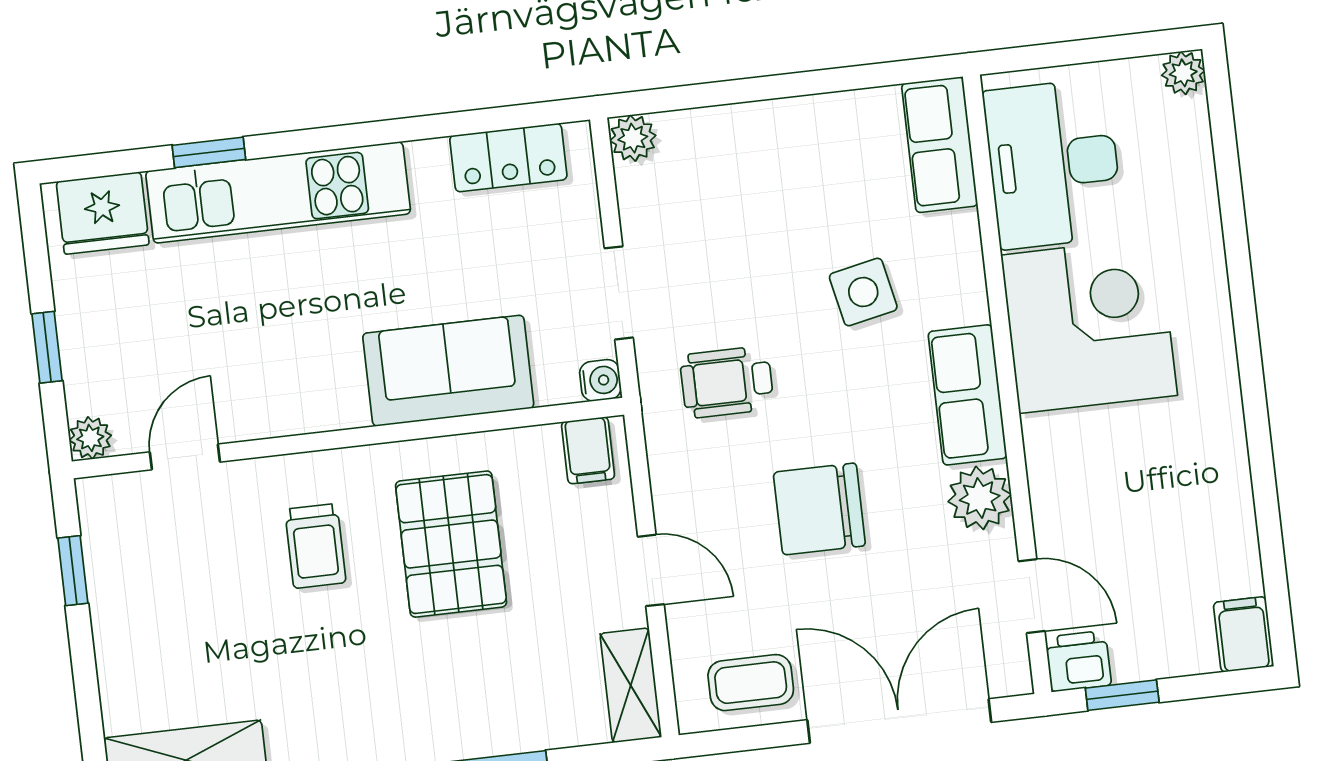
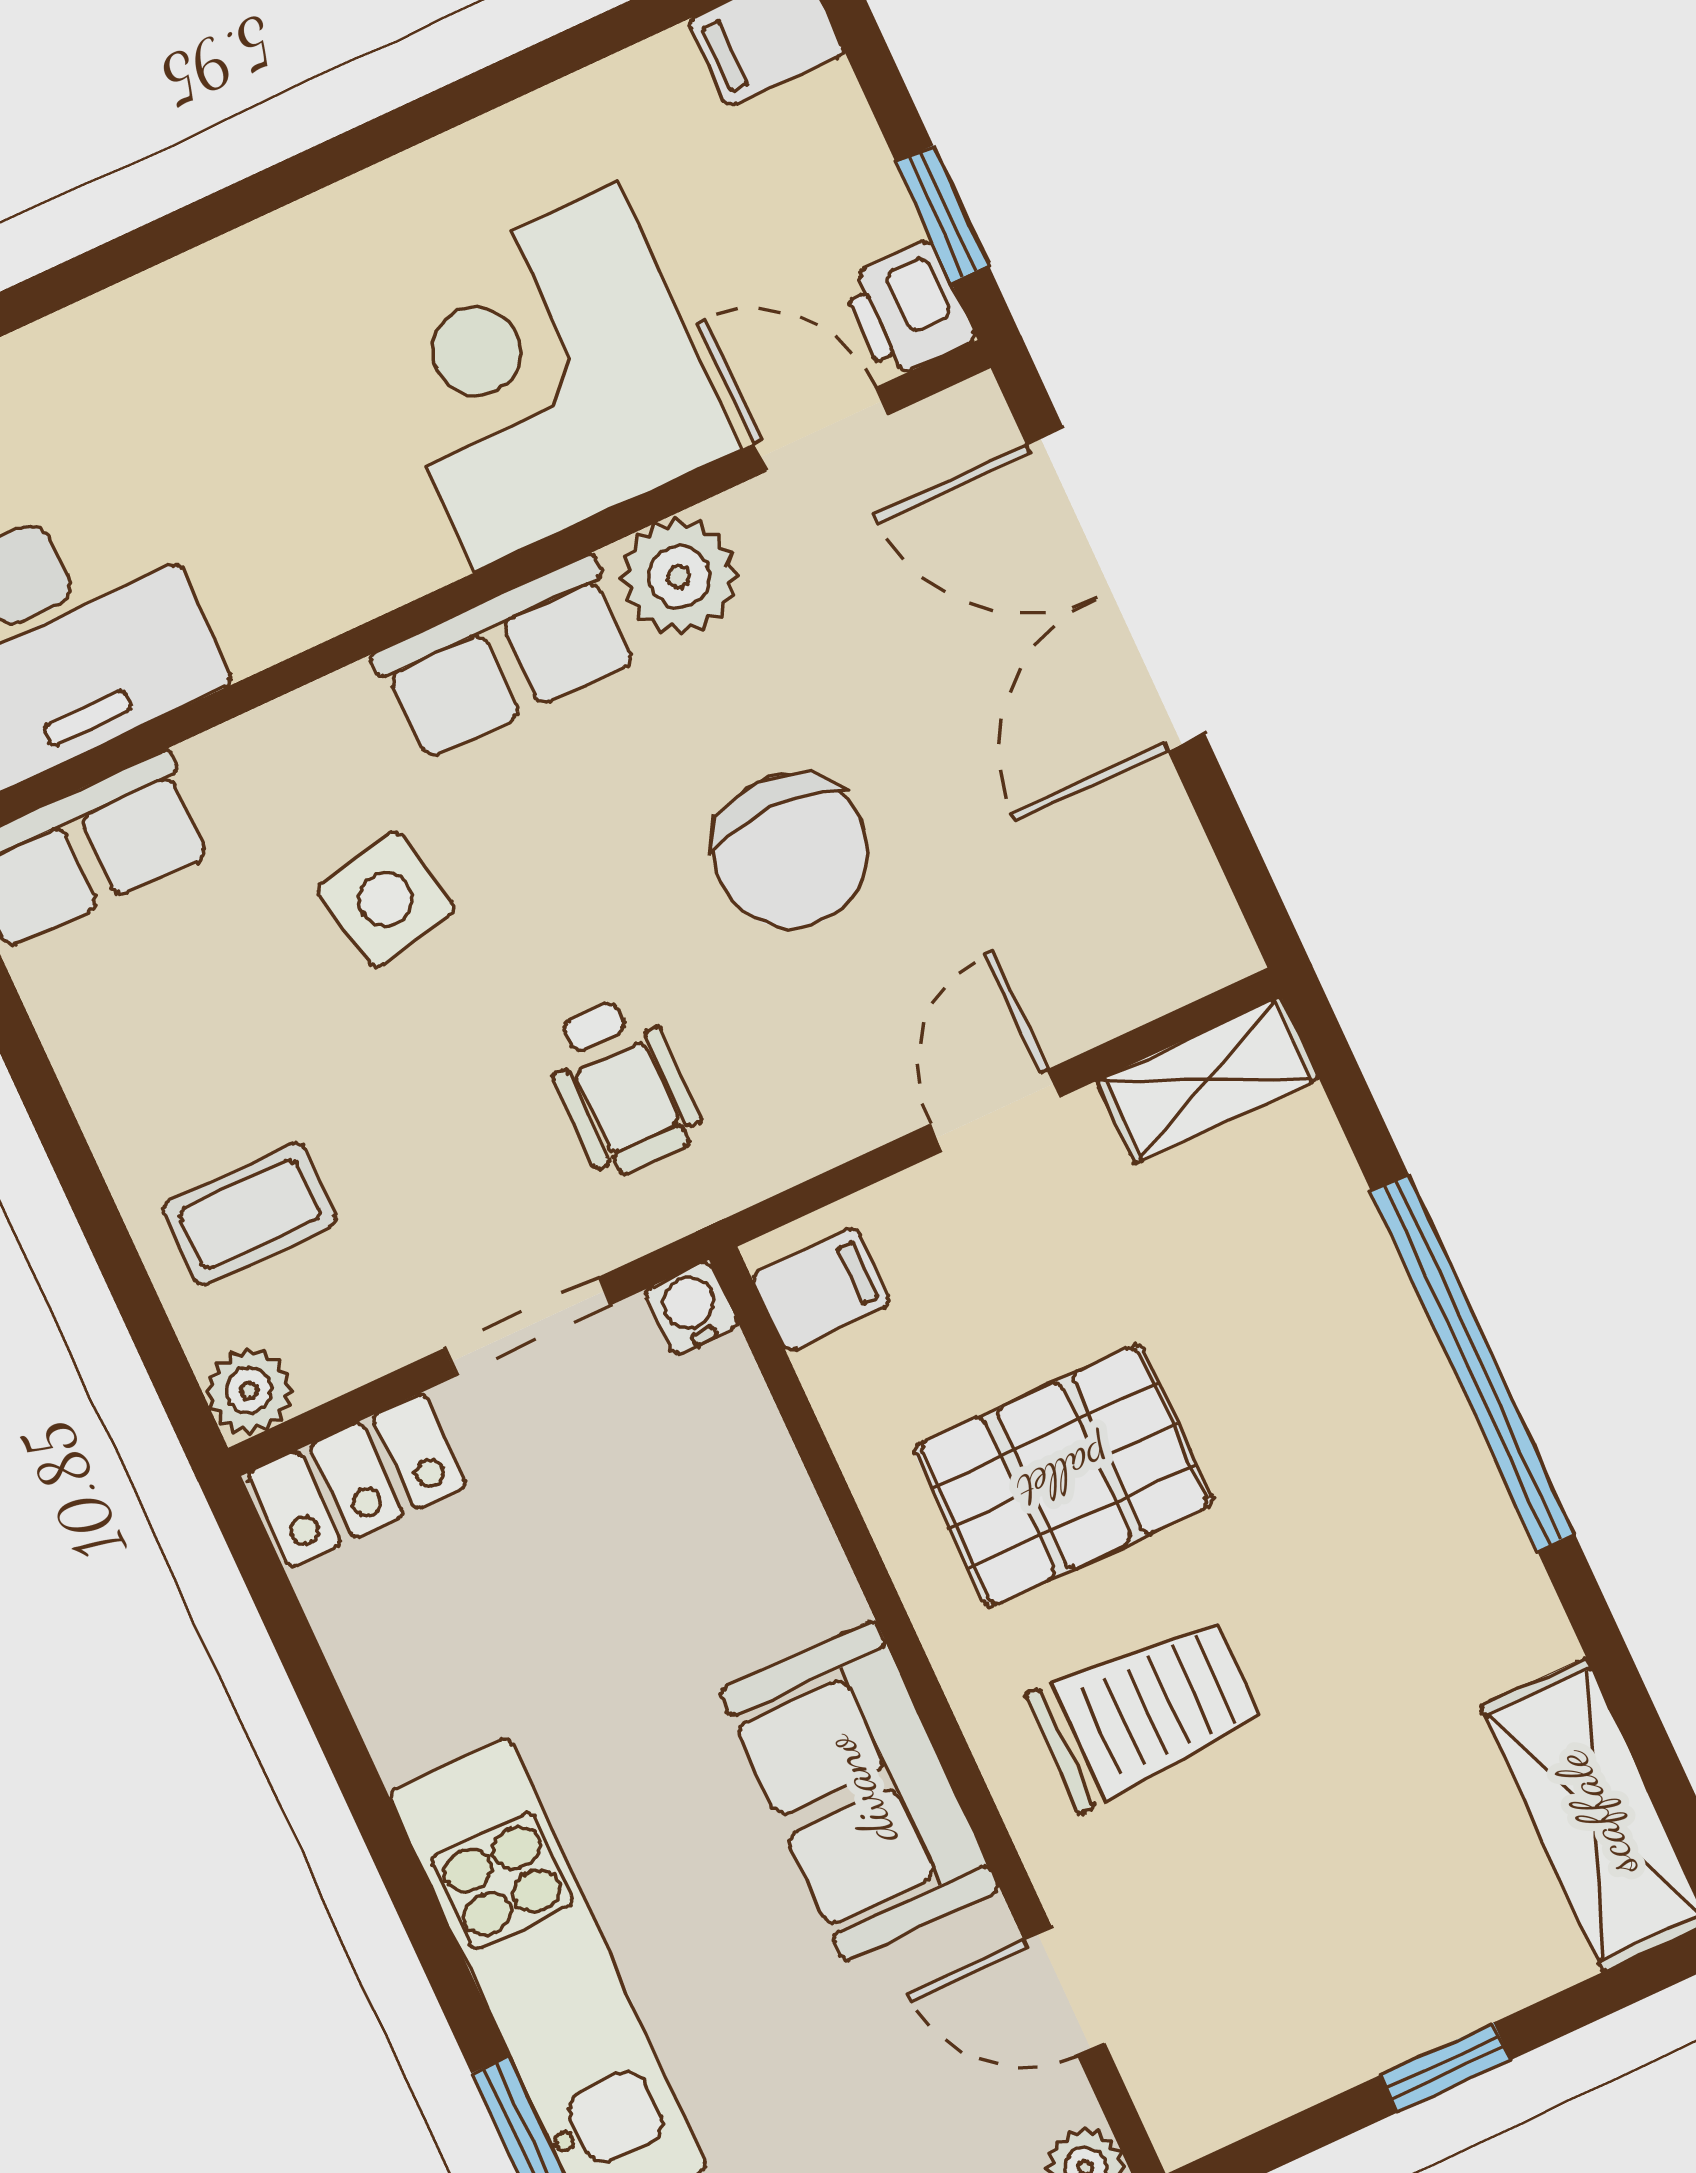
locker: (508, 158) -> (357, 1480), moved, turned 90
corner desk: (1089, 325) -> (547, 377), moved
sofa: (448, 371) -> (859, 1791), moved
trolley: (315, 546) -> (1145, 1712), width x1.36, depth x1.39
window: (73, 571) -> (1445, 2068), moved
door: (1032, 596) -> (821, 429), hinge flipped
coffee table: (751, 683) -> (249, 1214), moved, turned 90

